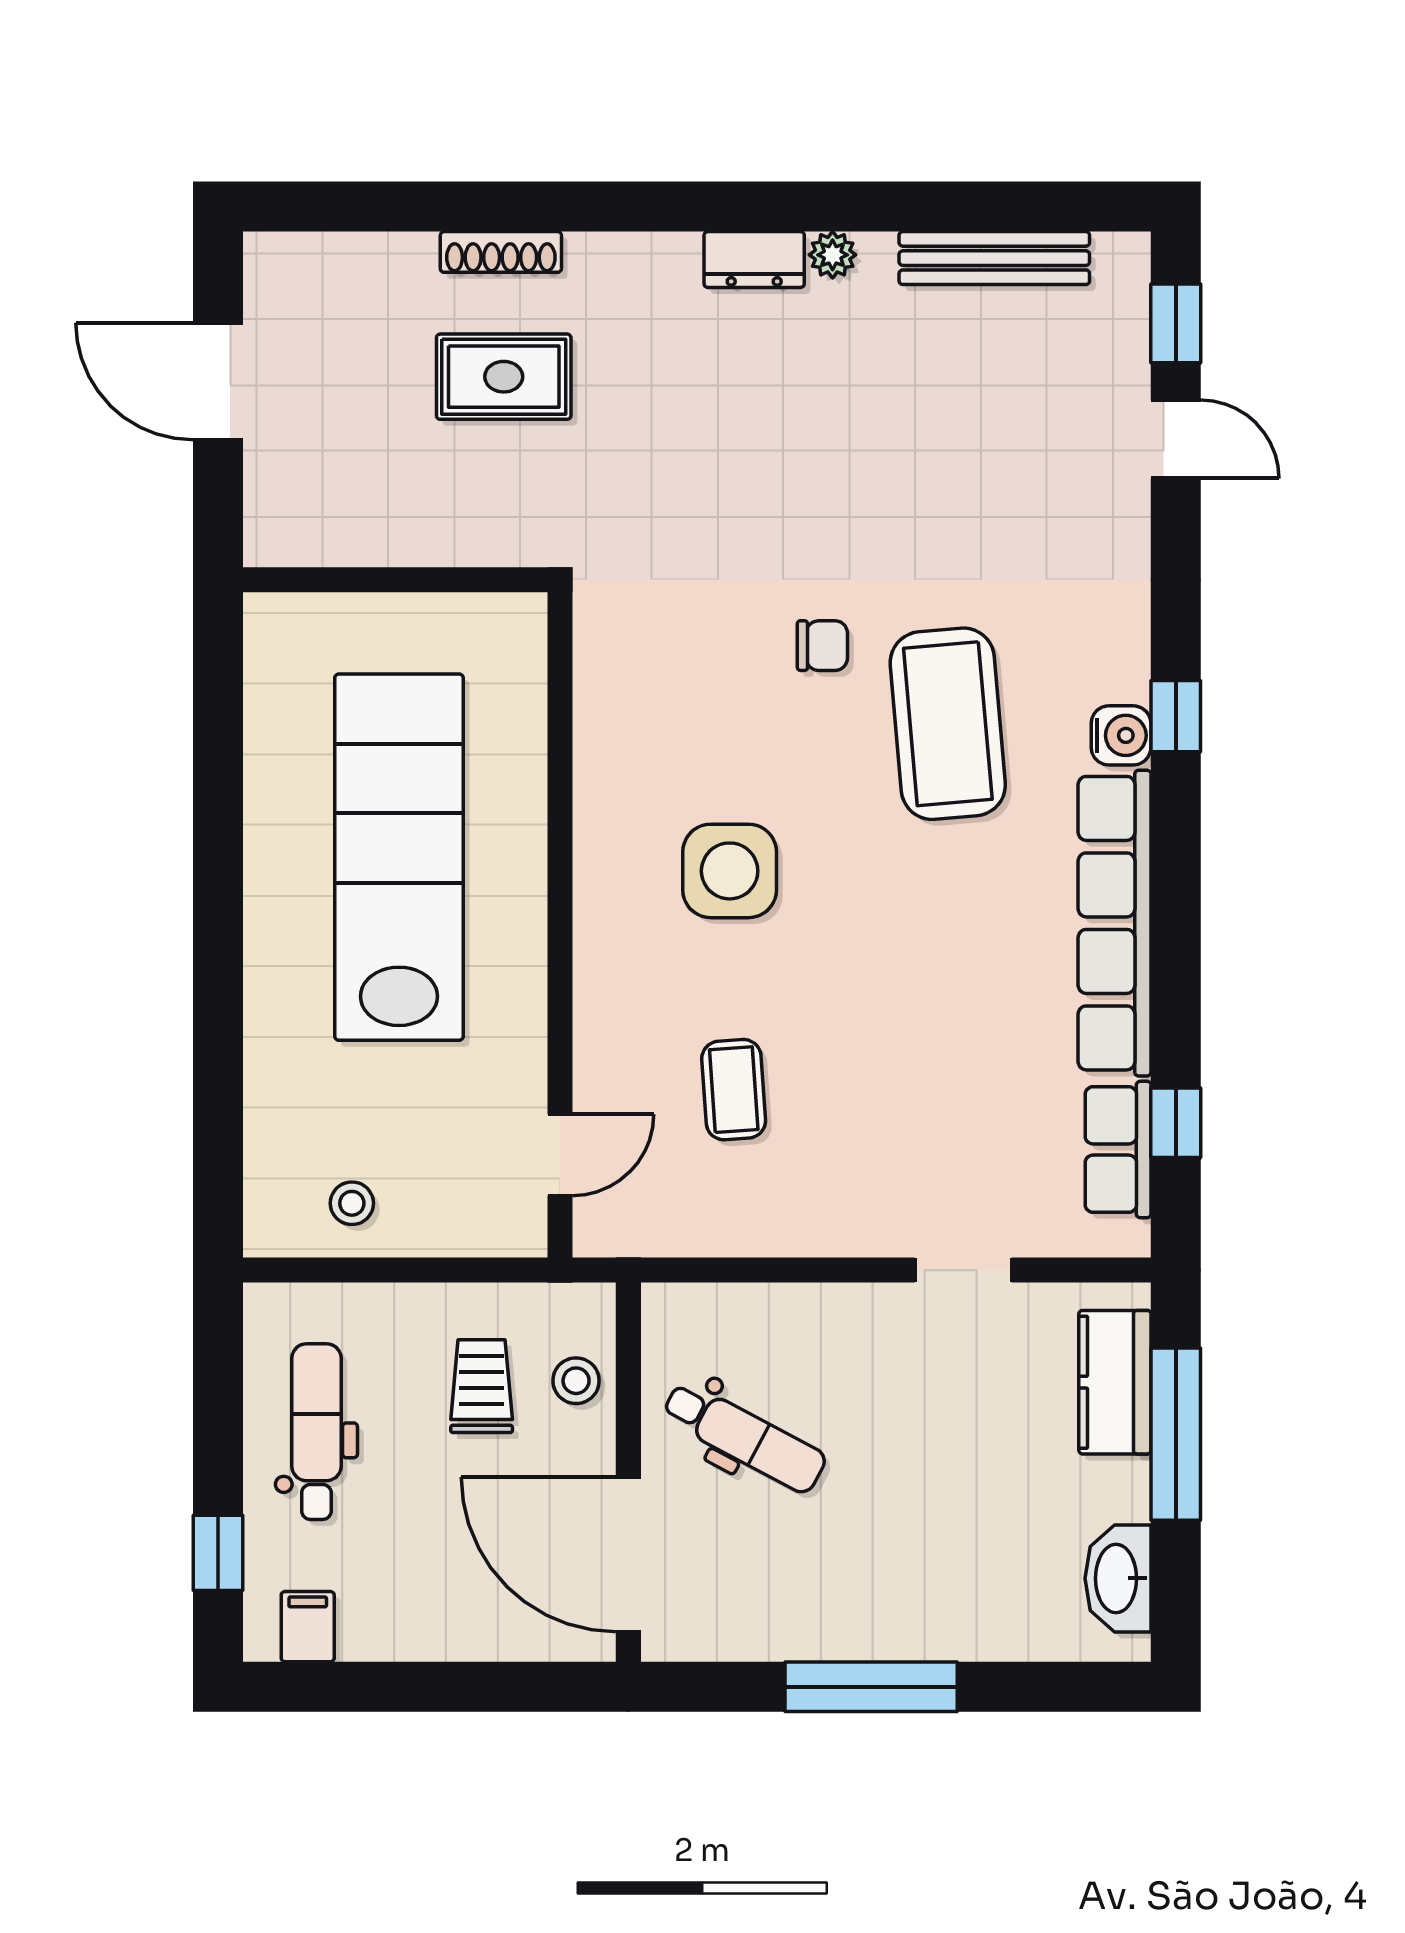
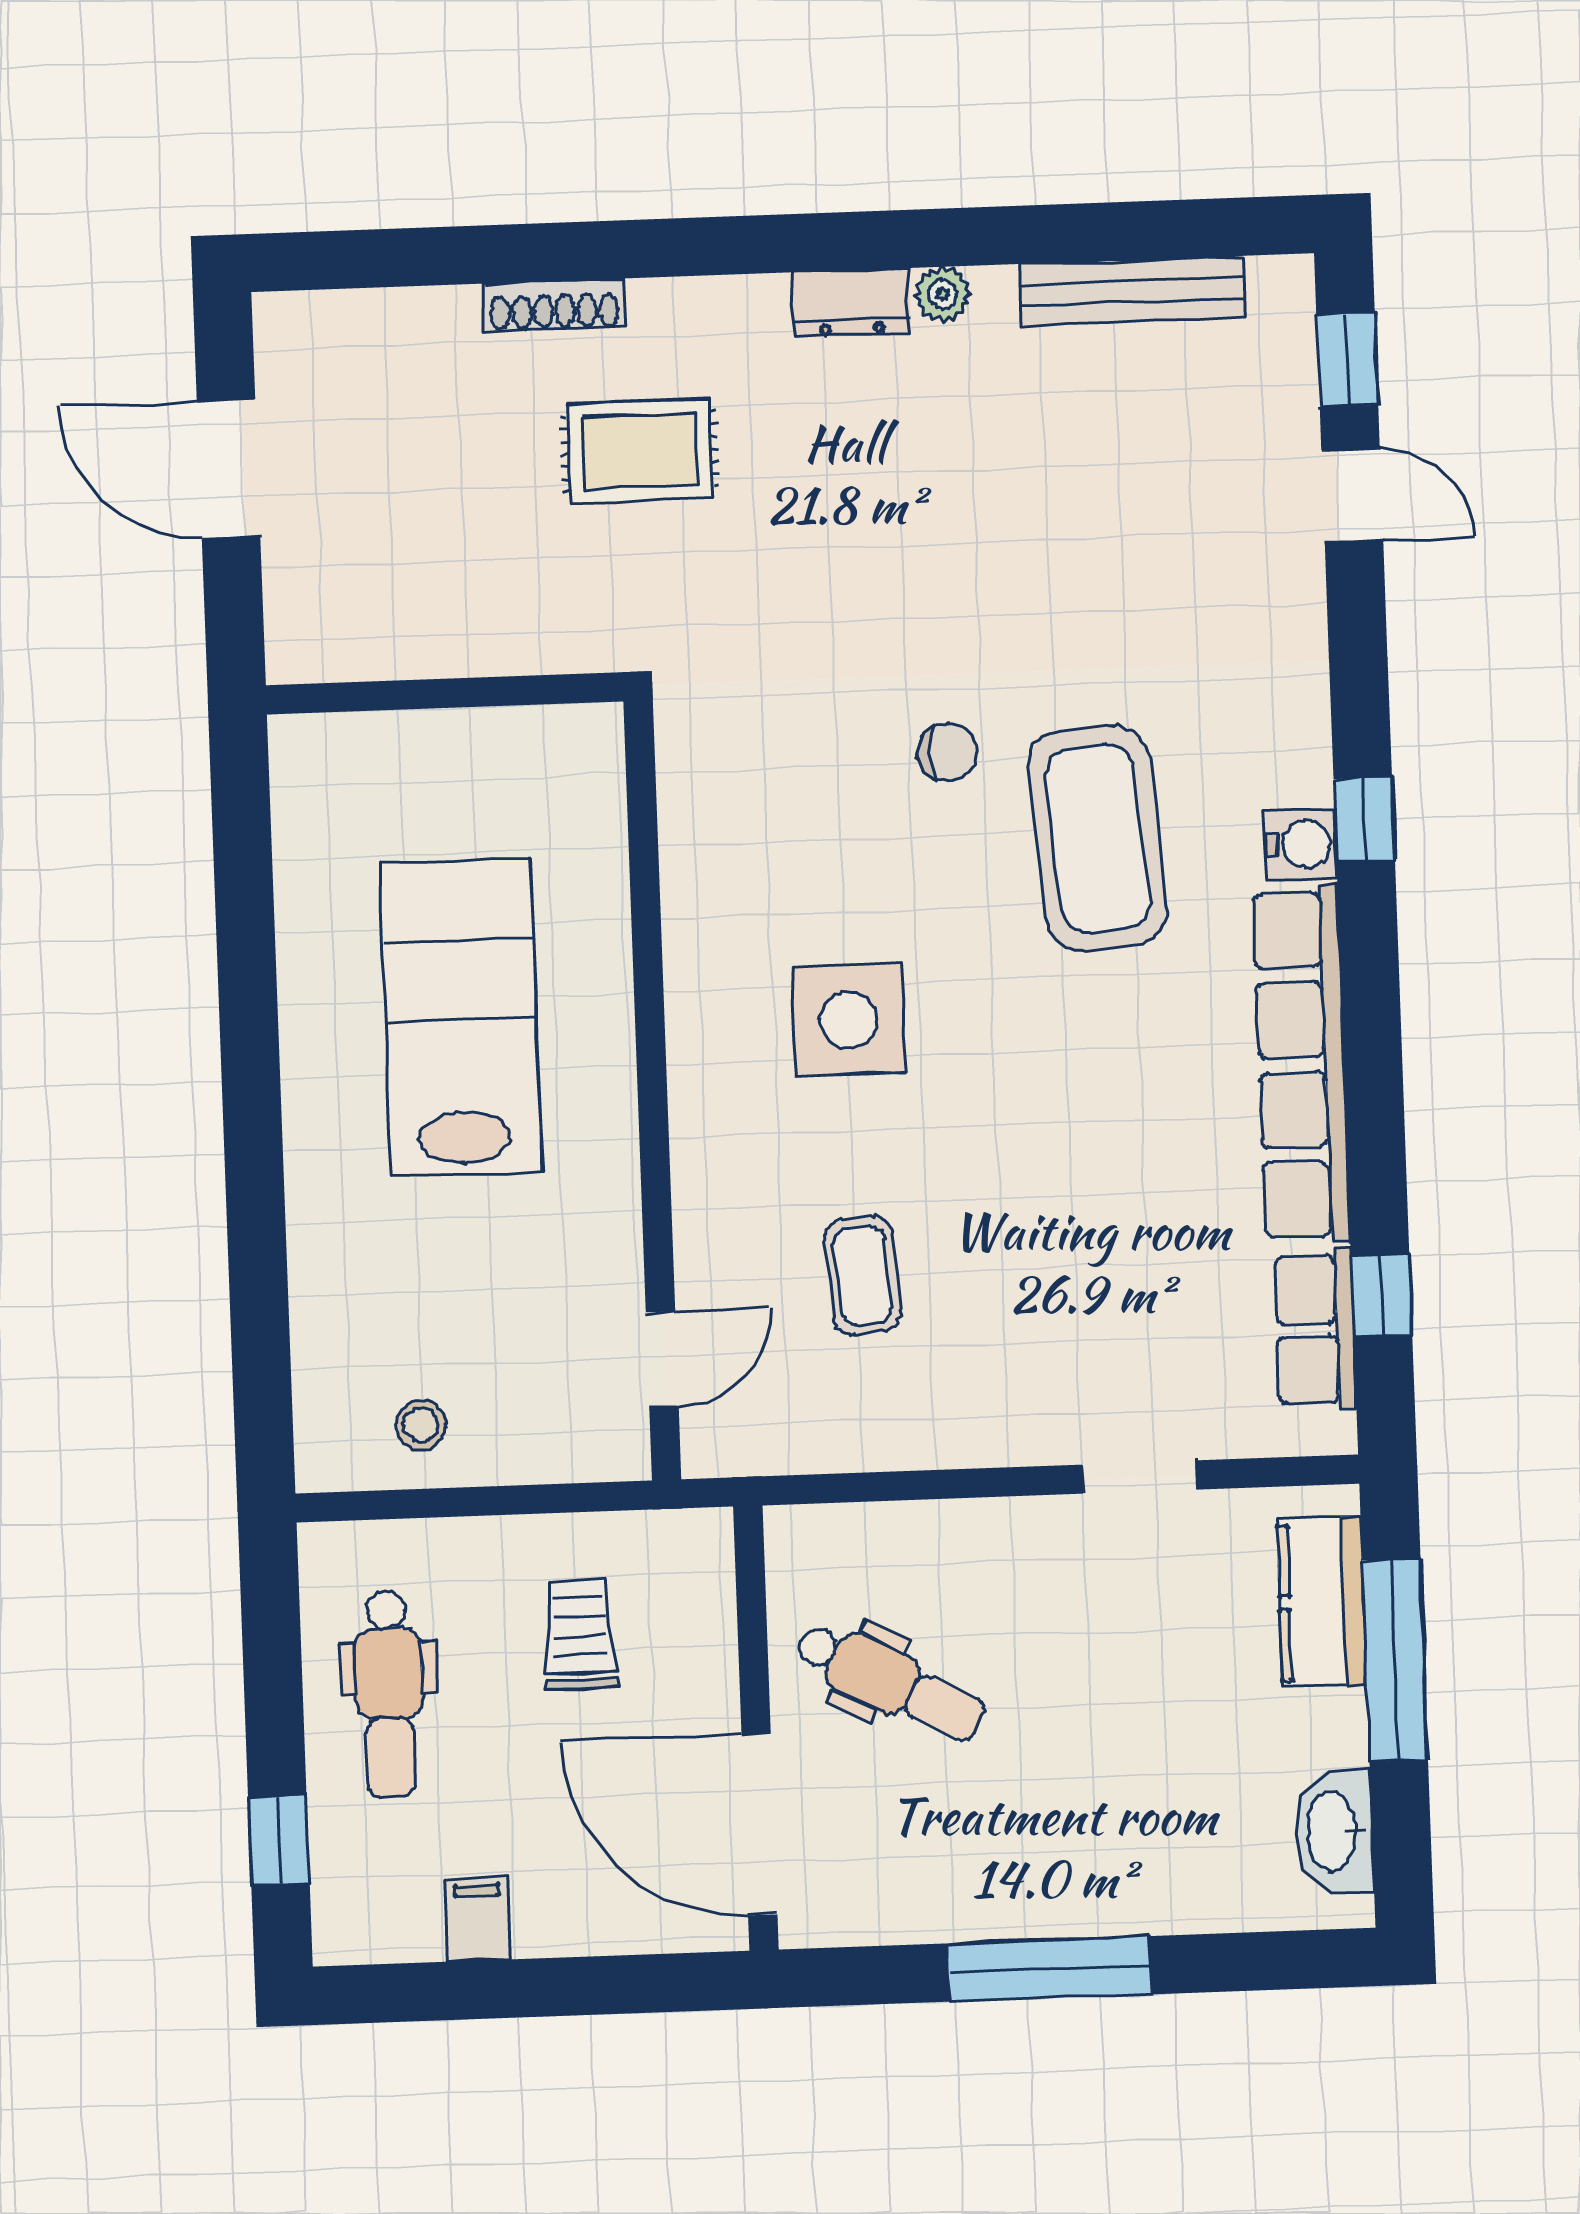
rug: (504, 377) -> (640, 451), moved
lab bench: (399, 857) -> (461, 1018), width x0.73
stool: (576, 1381) -> (691, 1623), removed
dental chair: (316, 1432) -> (389, 1694), turned 180
filing cabinet: (308, 1627) -> (478, 1919), moved

